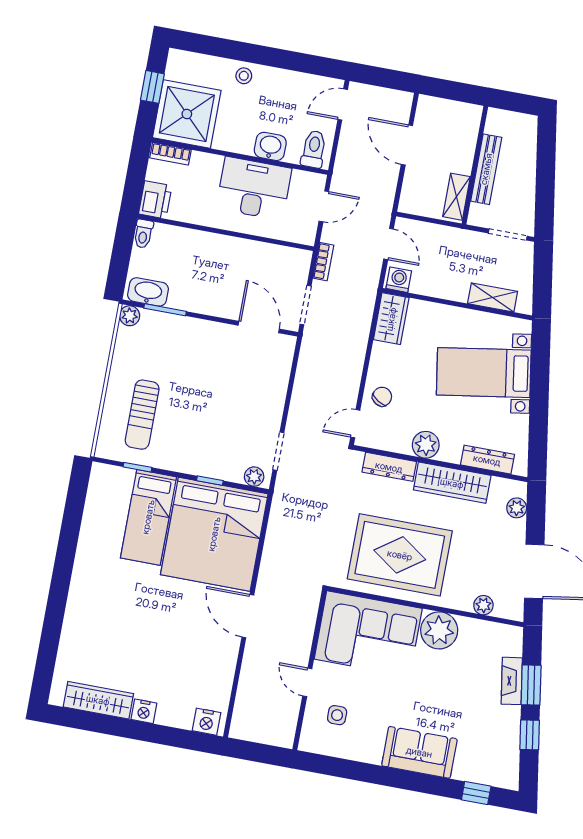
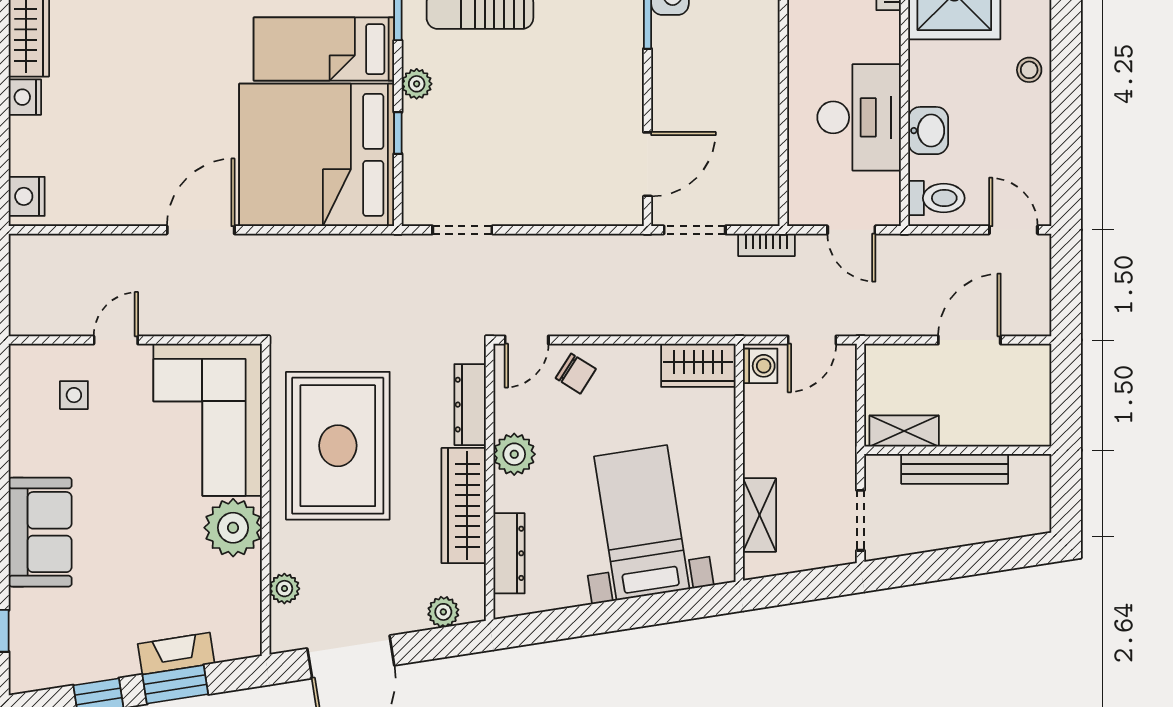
door: (355, 424) -> (527, 340), swing flipped
plant: (254, 477) -> (417, 84), moved

